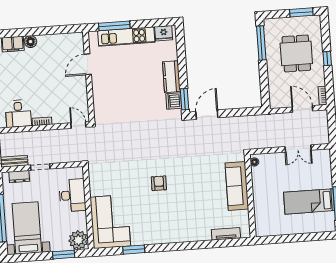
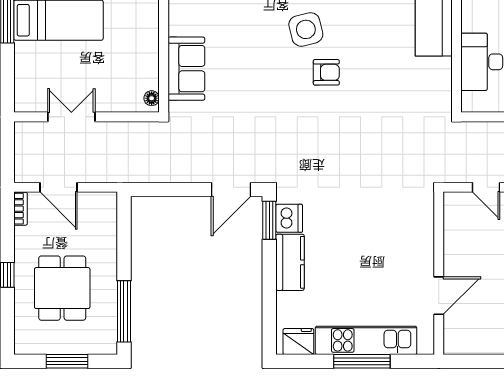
window: (301, 12) -> (67, 361), moved
window: (114, 26) -> (362, 361), moved
door: (78, 125) -> (486, 187), moved
armchair: (159, 183) -> (326, 72), turned -90
sofa: (237, 186) -> (186, 69), width x0.73
side table: (172, 206) -> (306, 29), added

